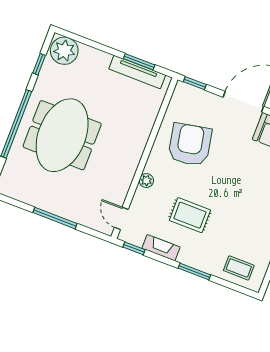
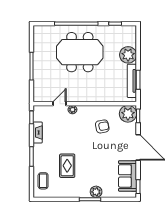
plant: (64, 51) -> (128, 55), moved
plant: (186, 98) -> (128, 114), added
armchair: (190, 145) -> (102, 126), width x0.53, depth x0.53
rug: (190, 215) -> (67, 166), moved
door: (121, 218) -> (60, 104), moved

